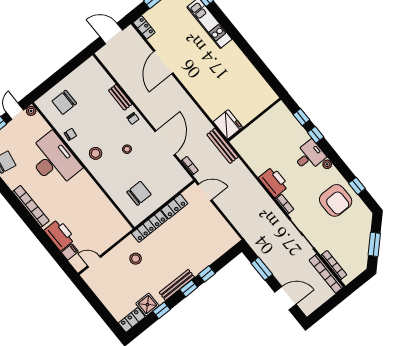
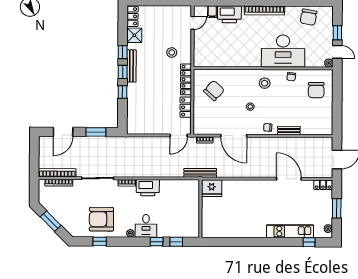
chair: (64, 102) -> (316, 90), turned 180
chair: (139, 193) -> (214, 91), turned -138
window: (161, 310) -> (123, 52), moved

